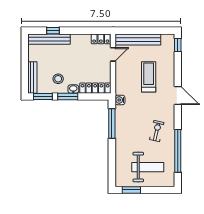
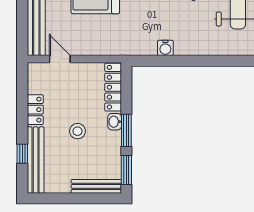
locker: (101, 39) -> (35, 110), moved
stool: (58, 79) -> (78, 131), moved
water cooler: (120, 100) -> (165, 48), moved
window: (112, 123) -> (169, 61), removed

